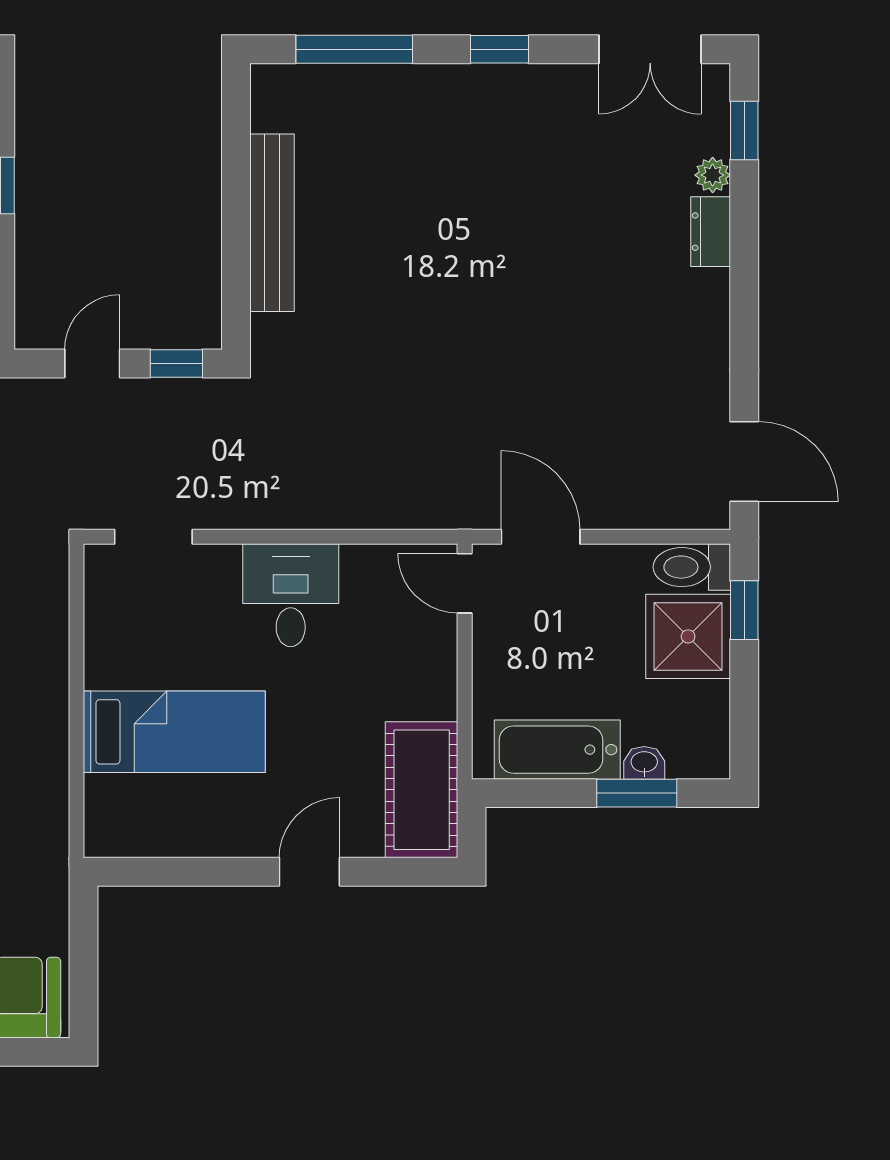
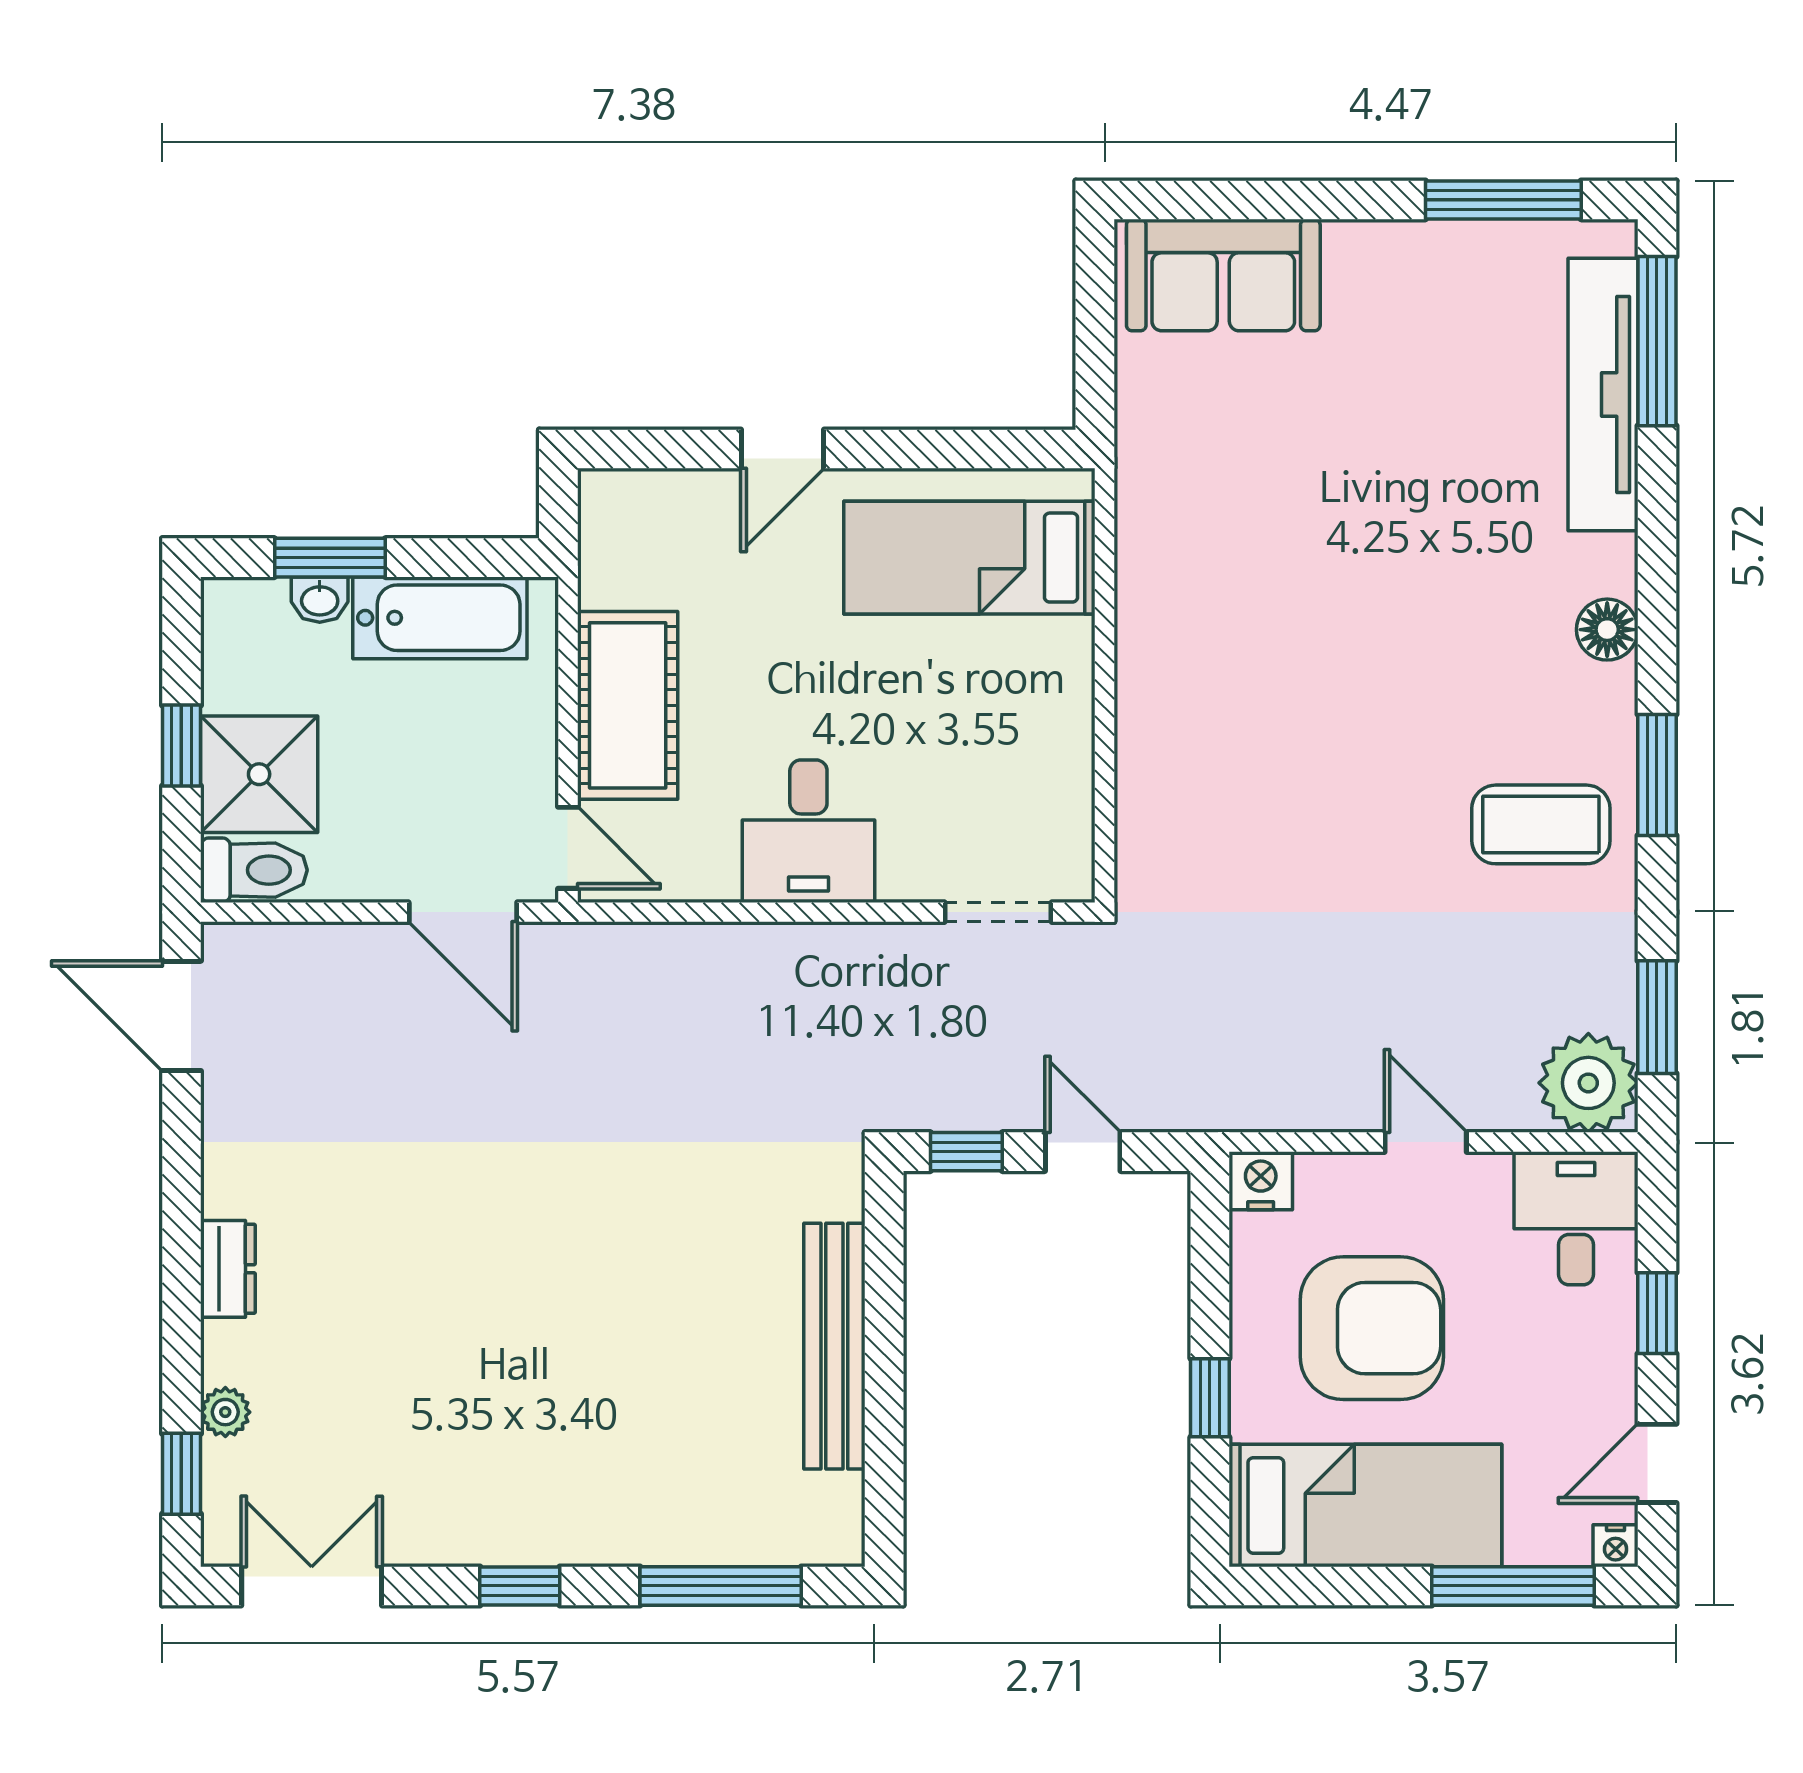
dresser: (711, 232) -> (228, 1269), moved
door: (92, 363) -> (1083, 1152), swing flipped
window: (744, 610) -> (181, 746), moved
bed: (174, 732) -> (969, 558), moved
cot: (422, 790) -> (628, 705), moved

